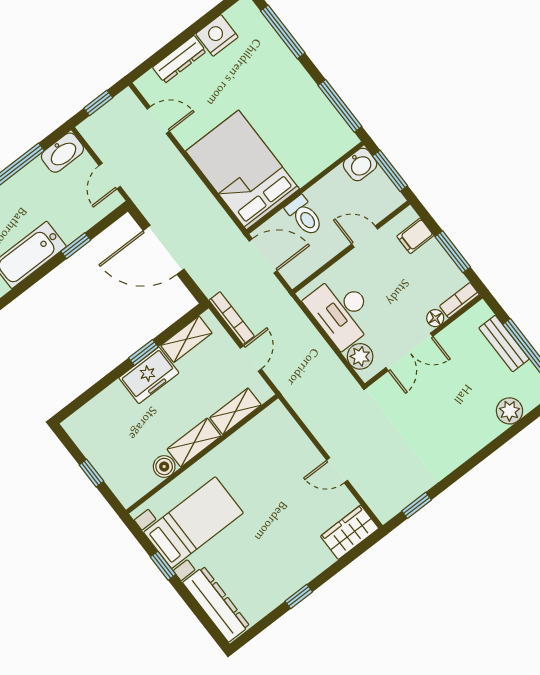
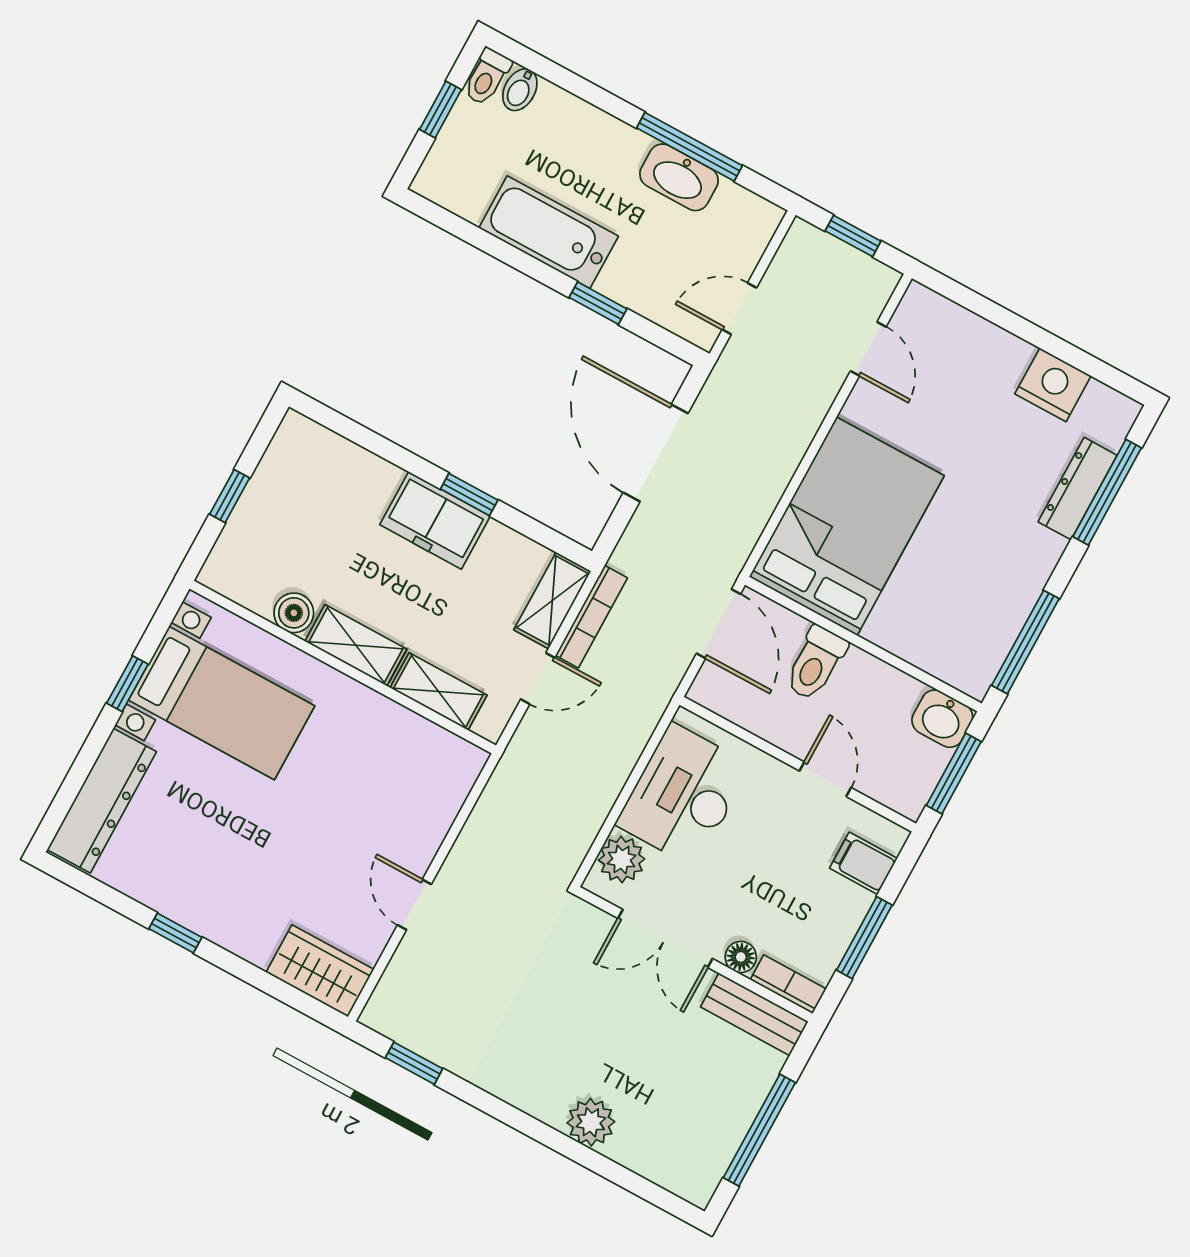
dresser: (179, 59) -> (1078, 489), moved, turned 90
washbasin: (62, 153) -> (679, 177), moved
shelving: (186, 339) -> (552, 601), moved, turned 90
bench: (504, 344) -> (754, 1014), moved, turned 90
plant: (509, 411) -> (591, 1122), moved

